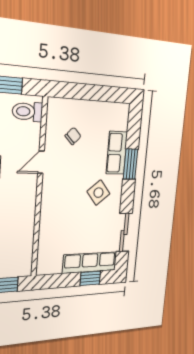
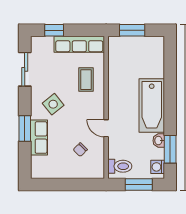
door: (41, 162) -> (106, 128), swing flipped
coffee table: (60, 223) -> (86, 80), added
row of seats: (90, 263) -> (79, 44), moved

